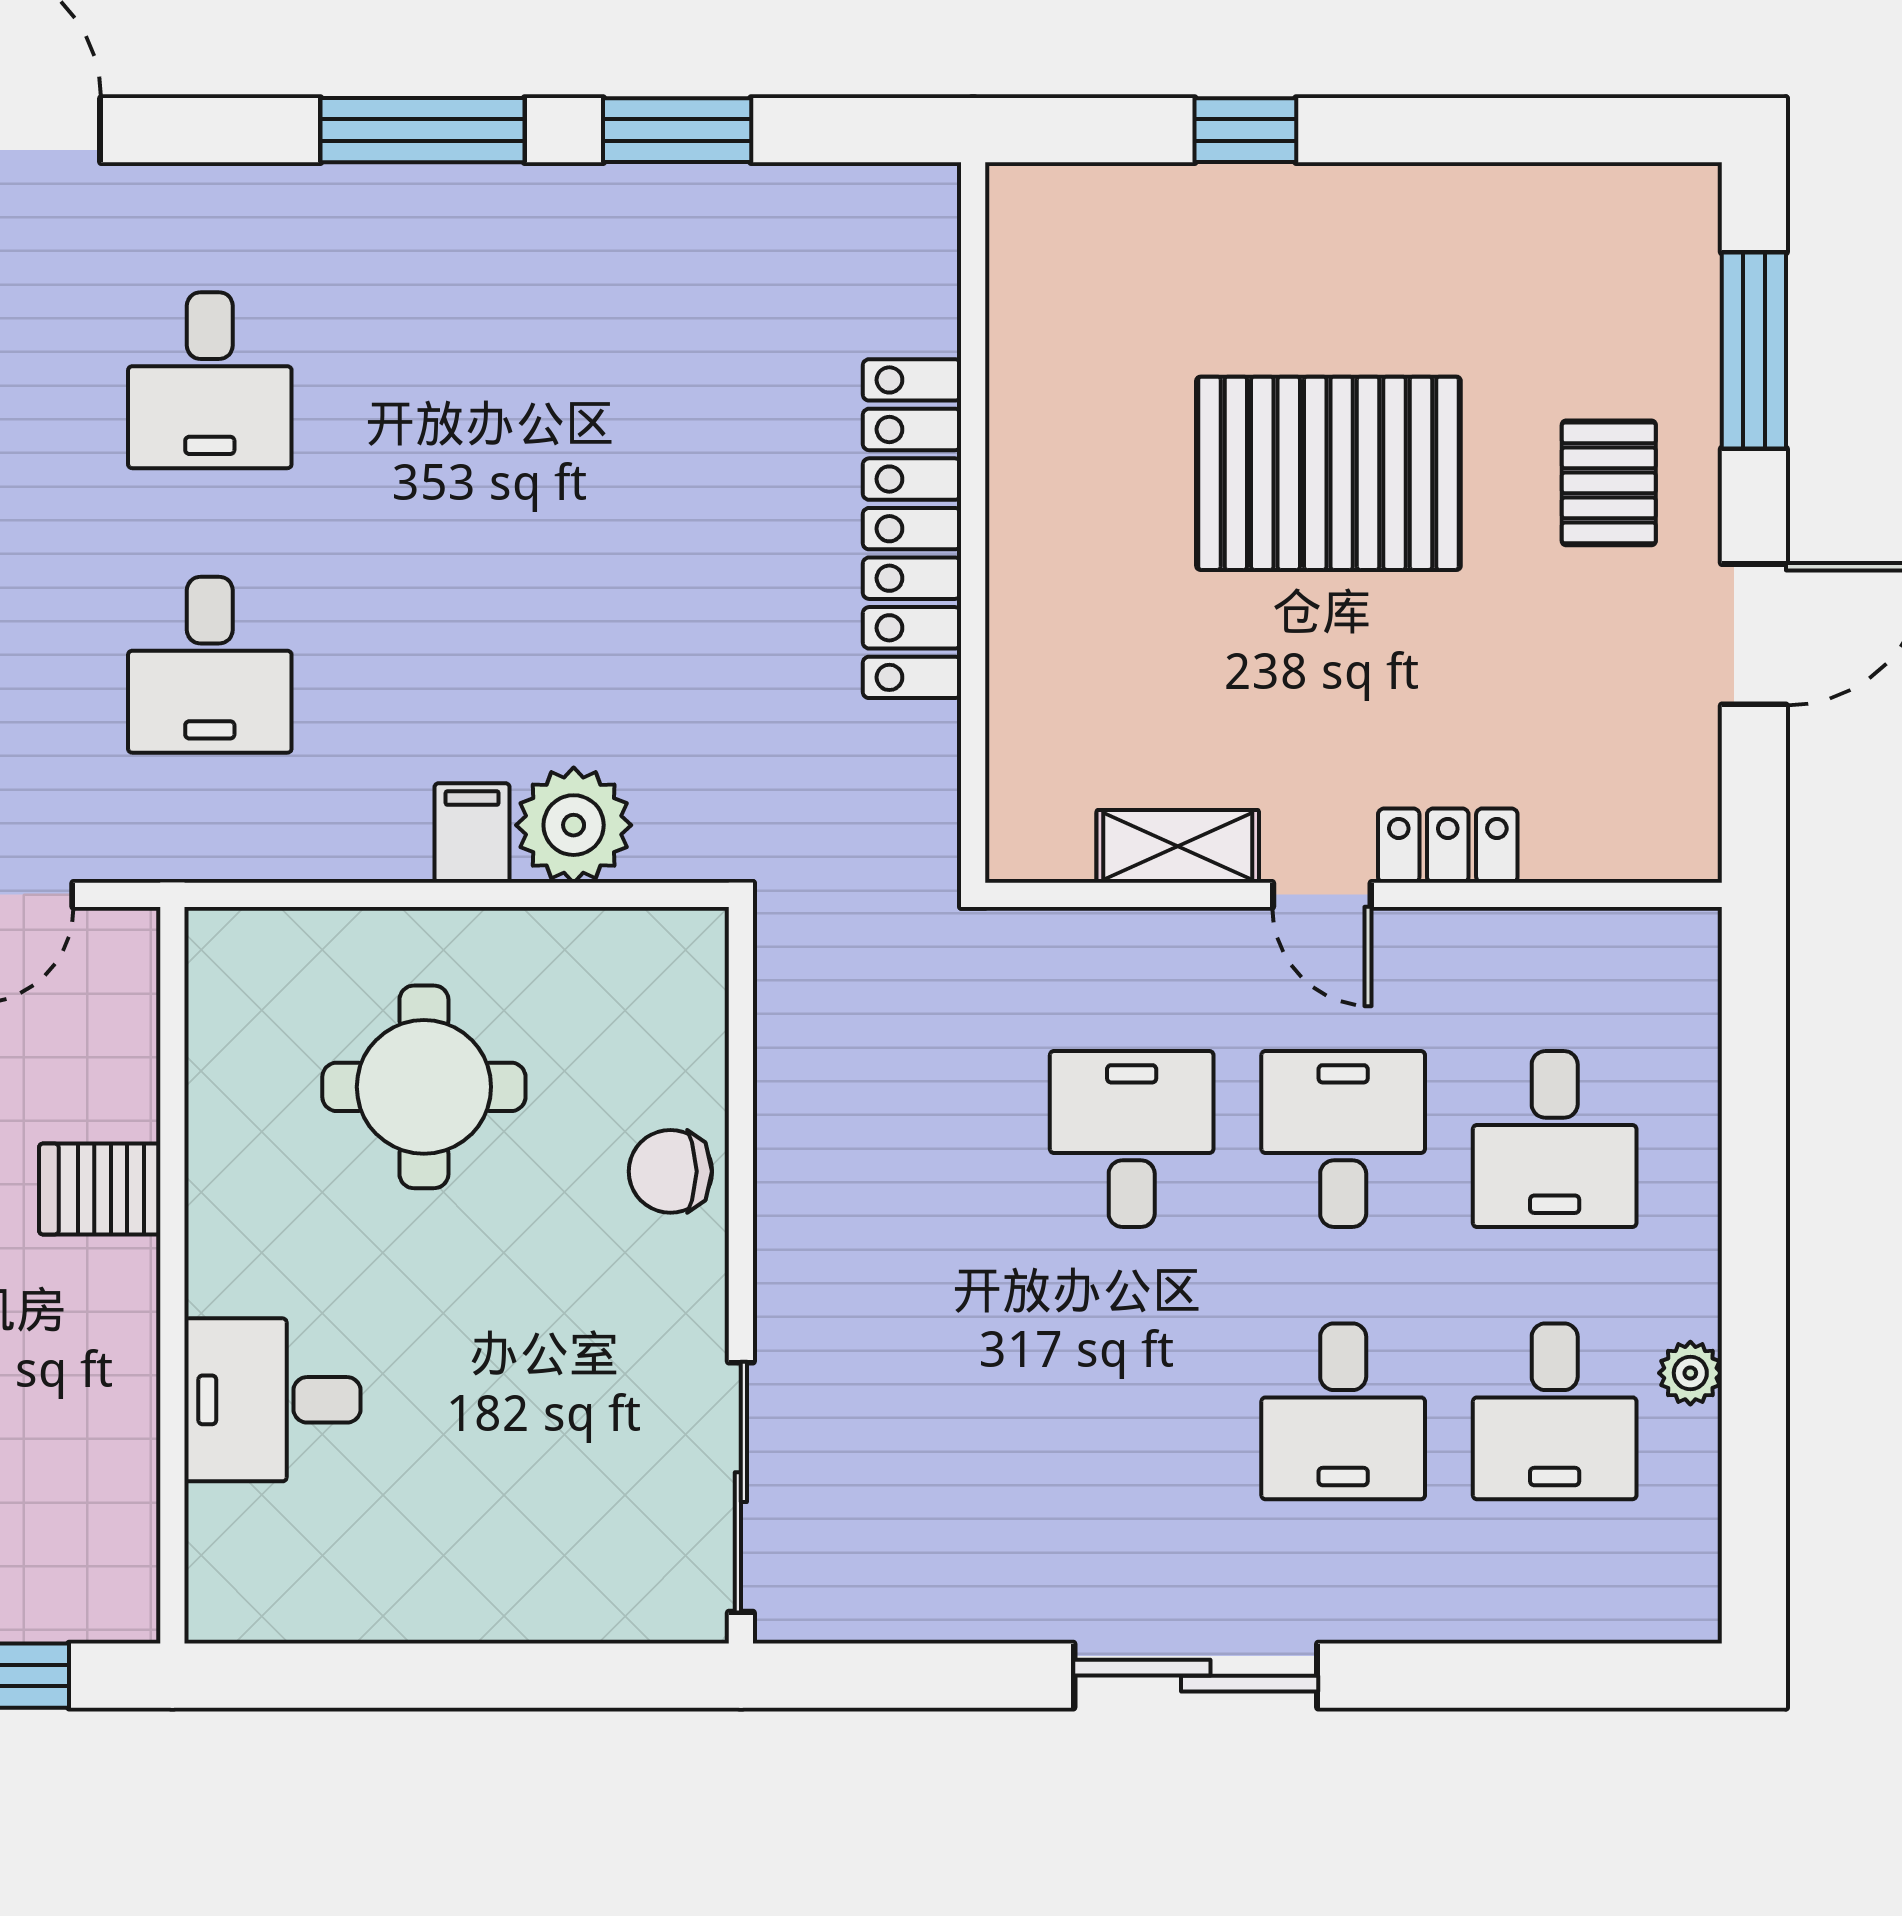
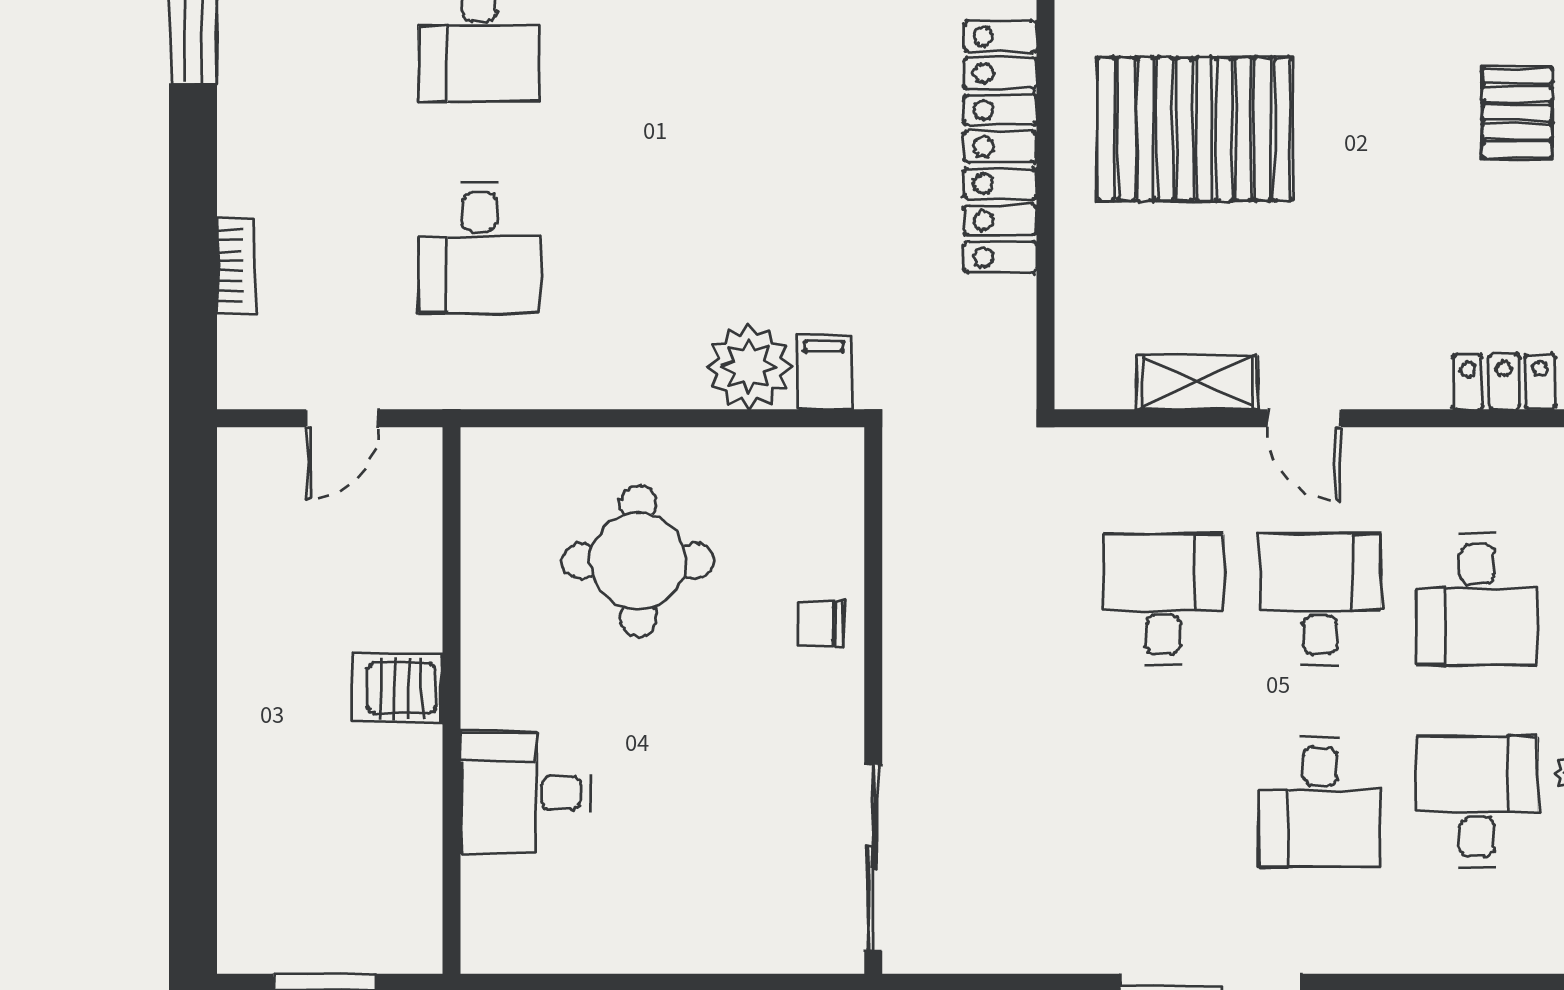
pallet: (1328, 473) -> (1194, 129), moved
filing cabinet: (472, 833) -> (824, 372), moved
locker: (1448, 846) -> (1504, 382), moved
chair: (670, 1171) -> (821, 623), width x0.73, depth x0.73
server rack: (100, 1189) -> (398, 688), moved
desk: (1555, 1411) -> (1477, 801), turned 180

